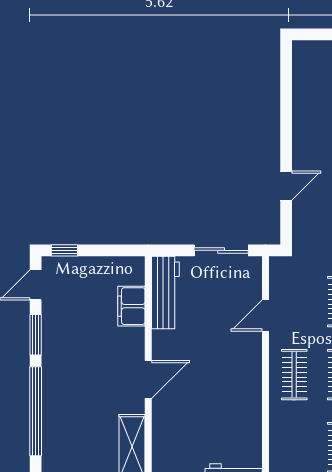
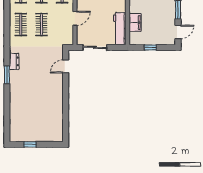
door: (286, 186) -> (66, 66), moved
window: (64, 250) -> (150, 47), moved

